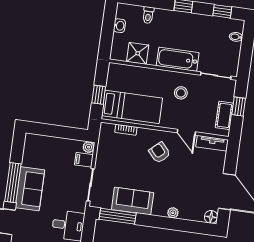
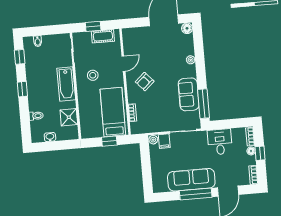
tv unit: (212, 143) -> (128, 41), removed
sofa: (30, 189) -> (191, 180), width x1.36

